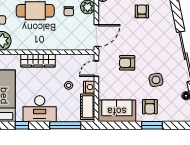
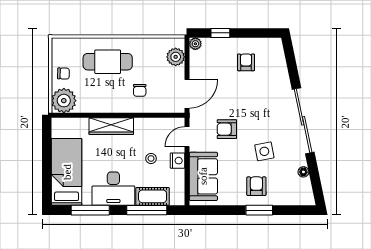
chair: (69, 11) -> (140, 90), moved
cot: (88, 107) -> (153, 196), moved, turned 90
armchair: (150, 107) -> (256, 186), turned 180
sofa: (117, 111) -> (203, 176), moved, turned 90
window: (22, 125) -> (90, 210), width x2.17

